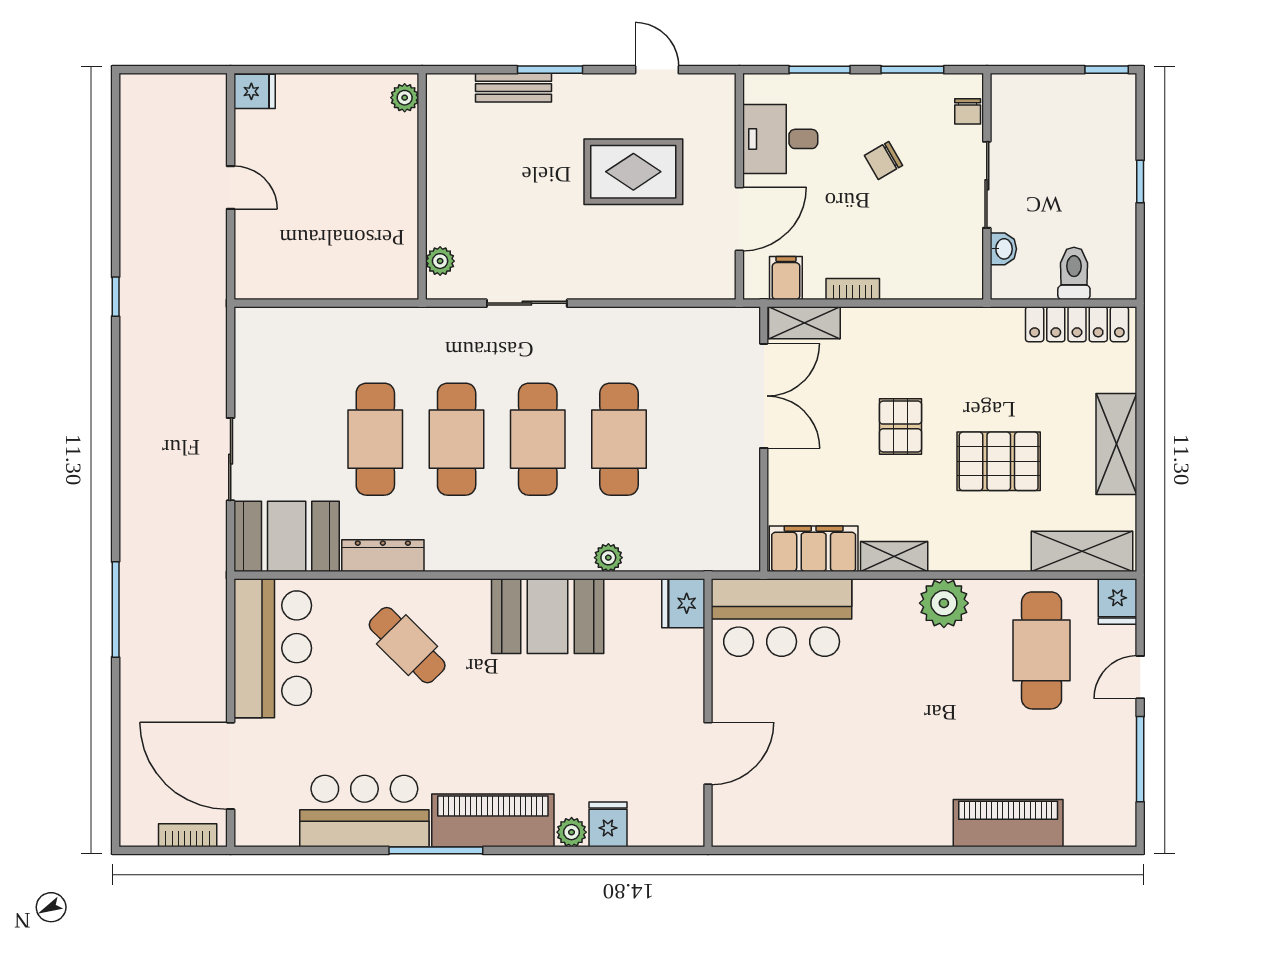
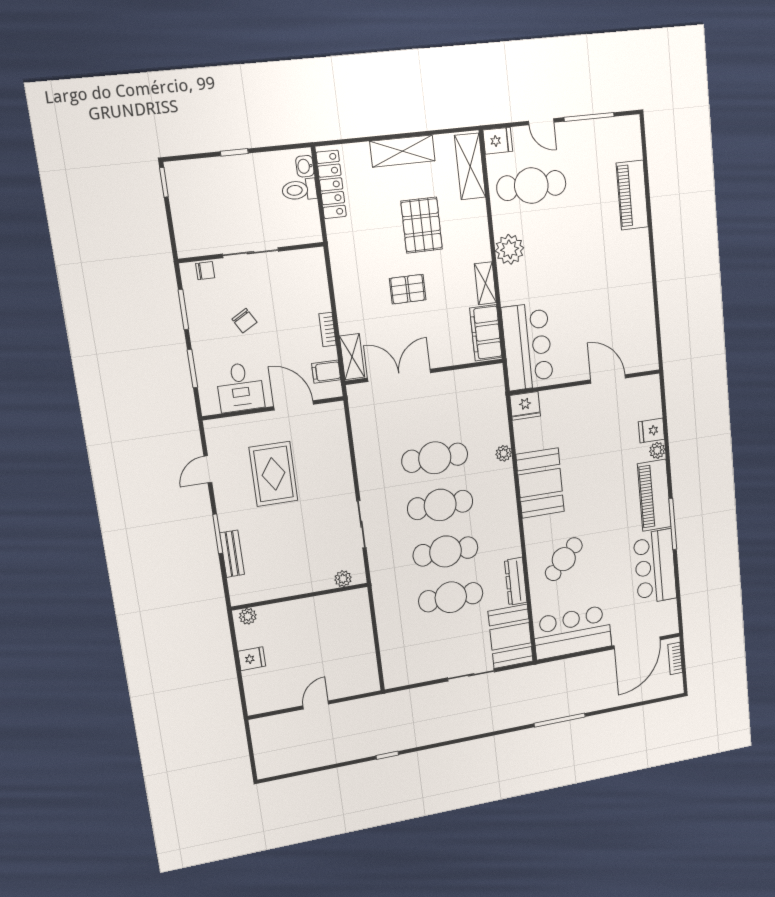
fridge: (255, 91) -> (252, 659), moved, turned 90
washbasin: (1003, 249) -> (305, 166), moved, turned -90

